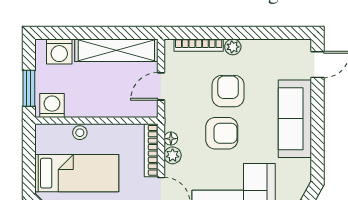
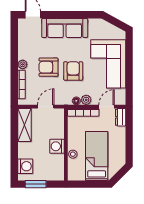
shelving: (116, 50) -> (25, 125), width x0.68
door: (161, 86) -> (46, 107), swing flipped
window: (29, 88) -> (36, 184), moved
washing machine: (52, 106) -> (57, 146), moved

